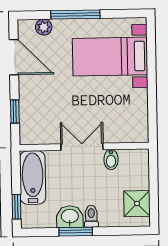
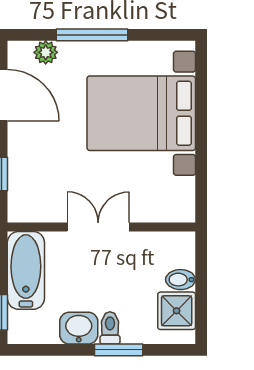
bed with nightstands: (110, 57) -> (141, 113), width x1.36
bidet: (111, 160) -> (181, 280), moved, turned 90
window: (76, 232) -> (119, 350), moved

